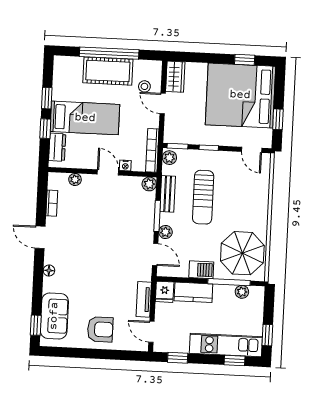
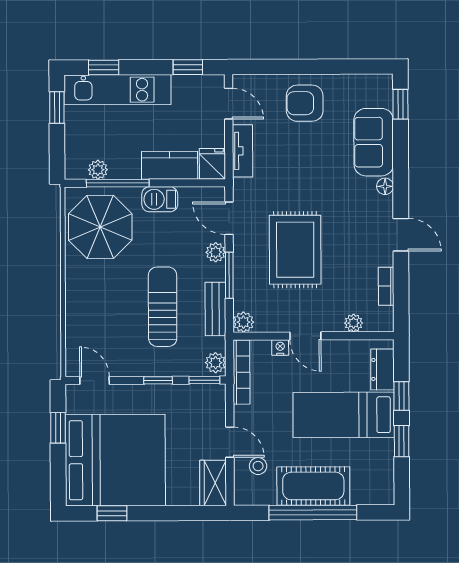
rug: (112, 231) -> (295, 250), added
sofa: (54, 316) -> (374, 142), moved

